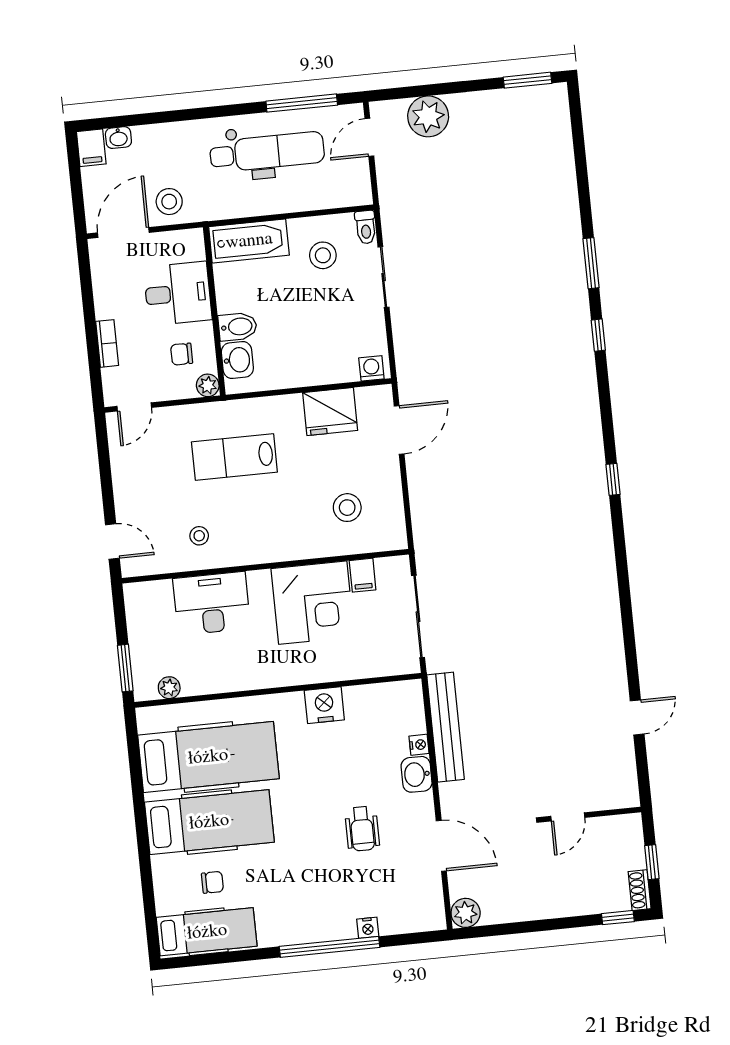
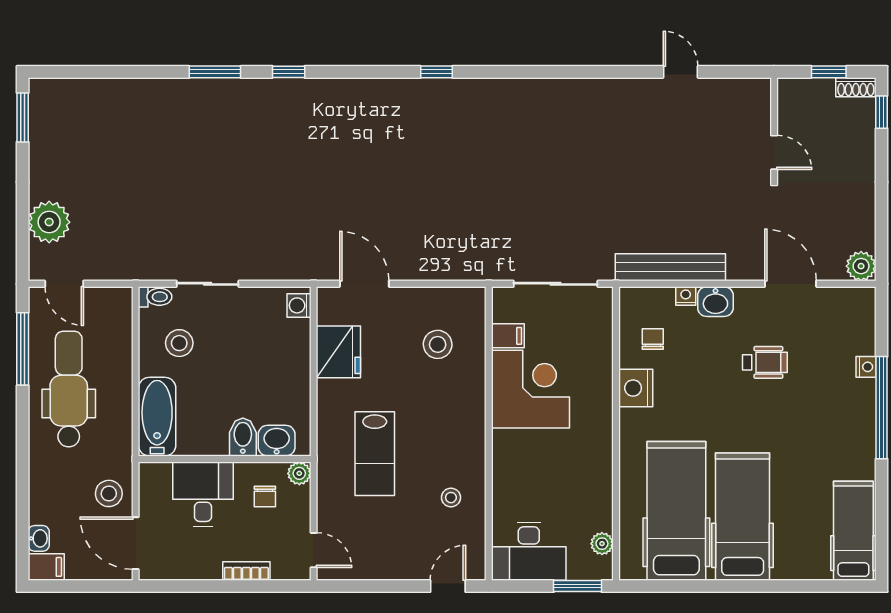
desk: (212, 603) -> (529, 551), moved, turned -90
door: (441, 846) -> (791, 284), hinge flipped
chair: (212, 882) -> (653, 339), moved

